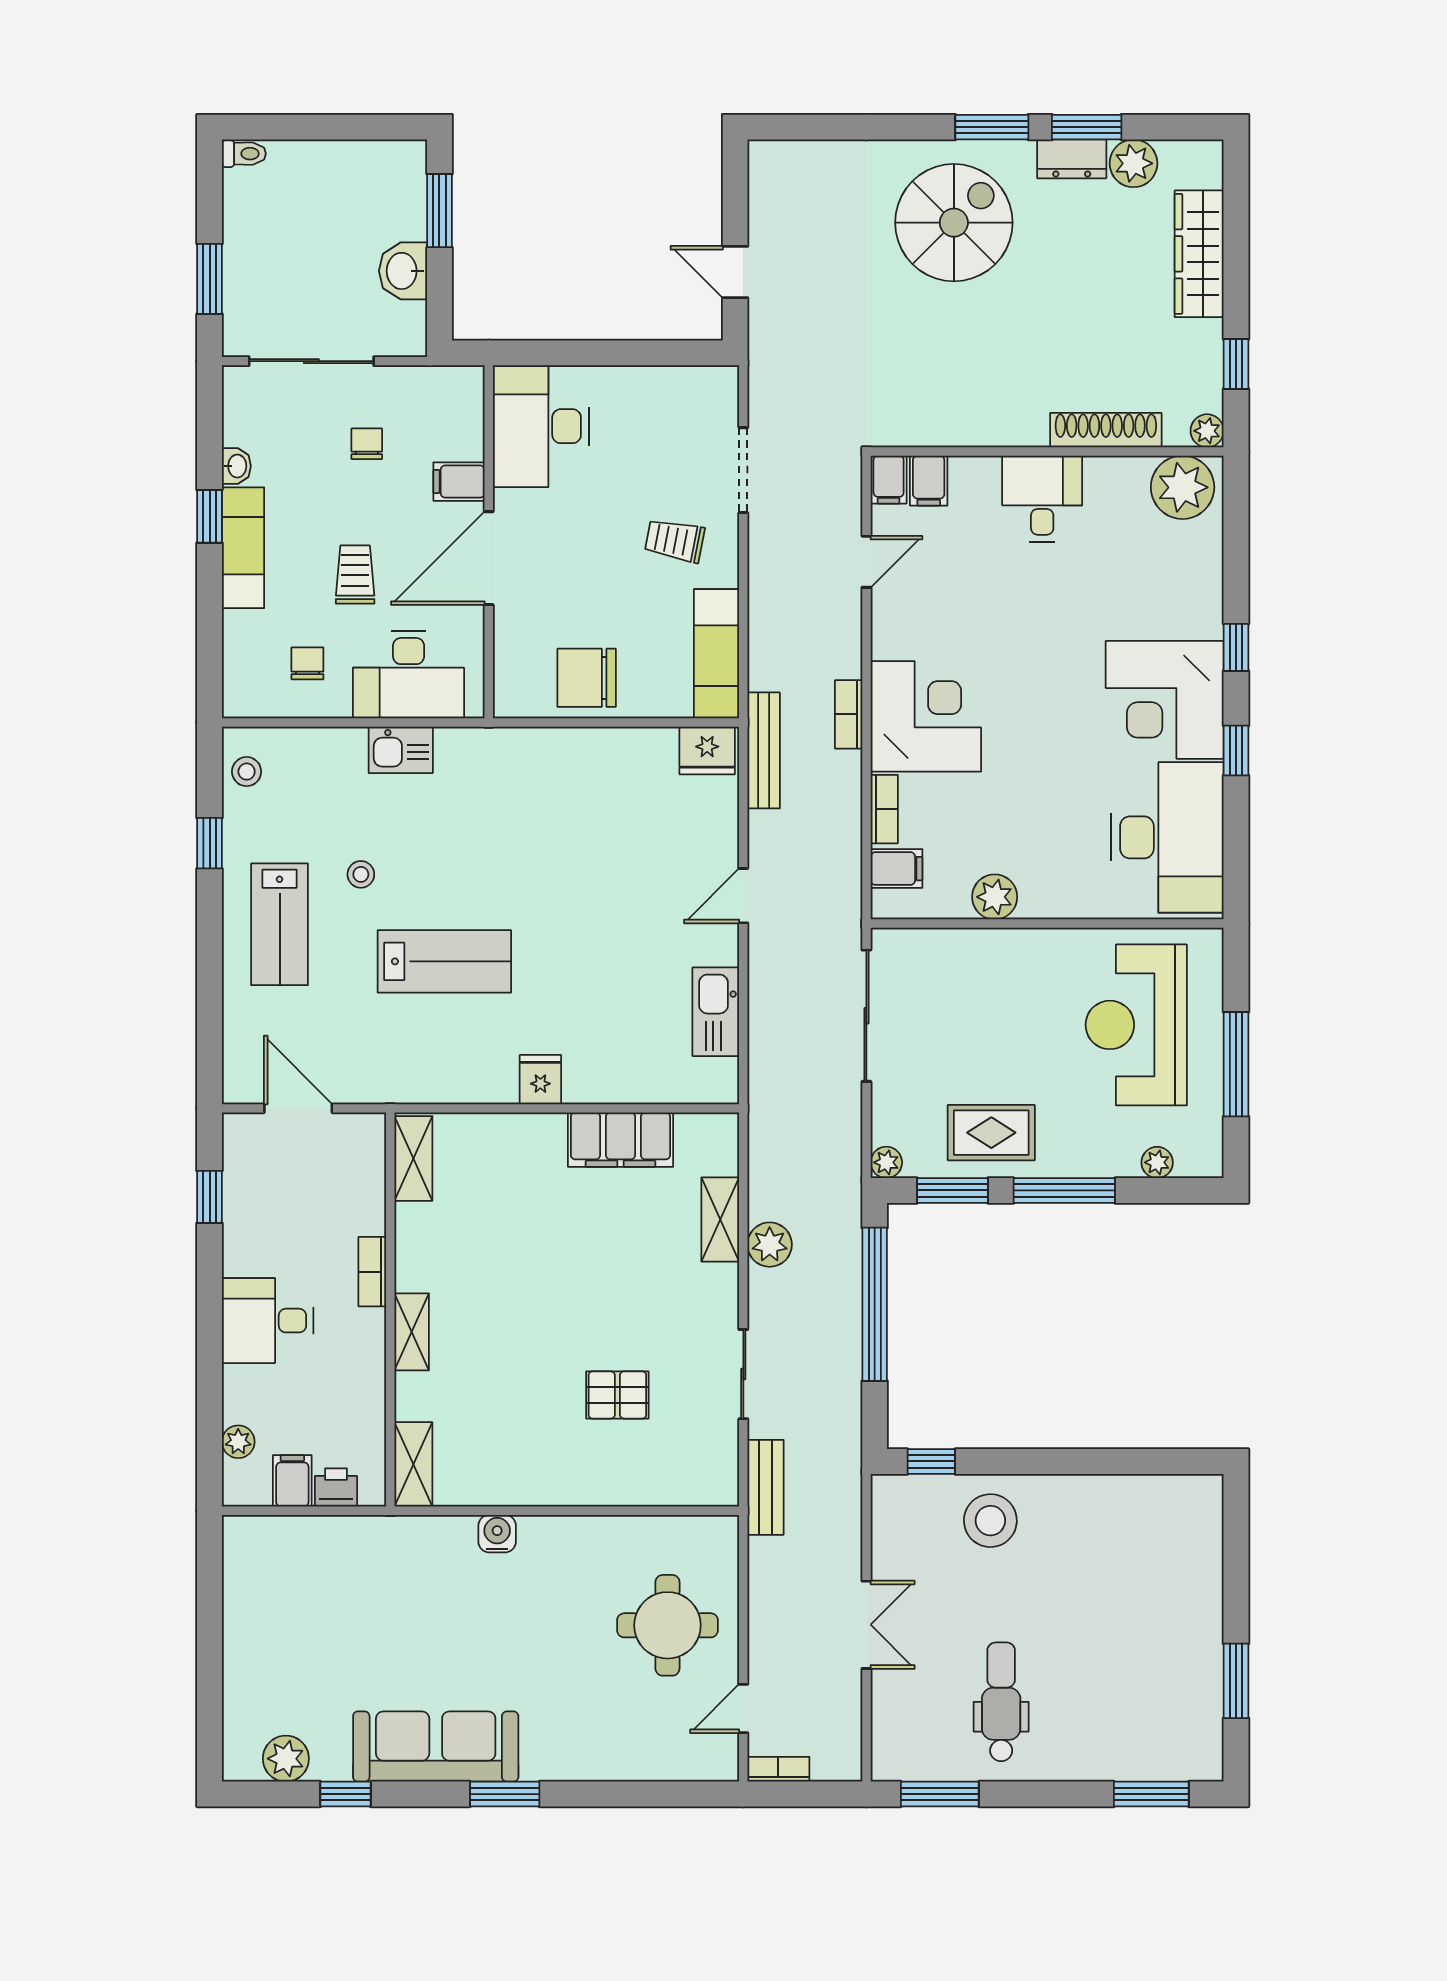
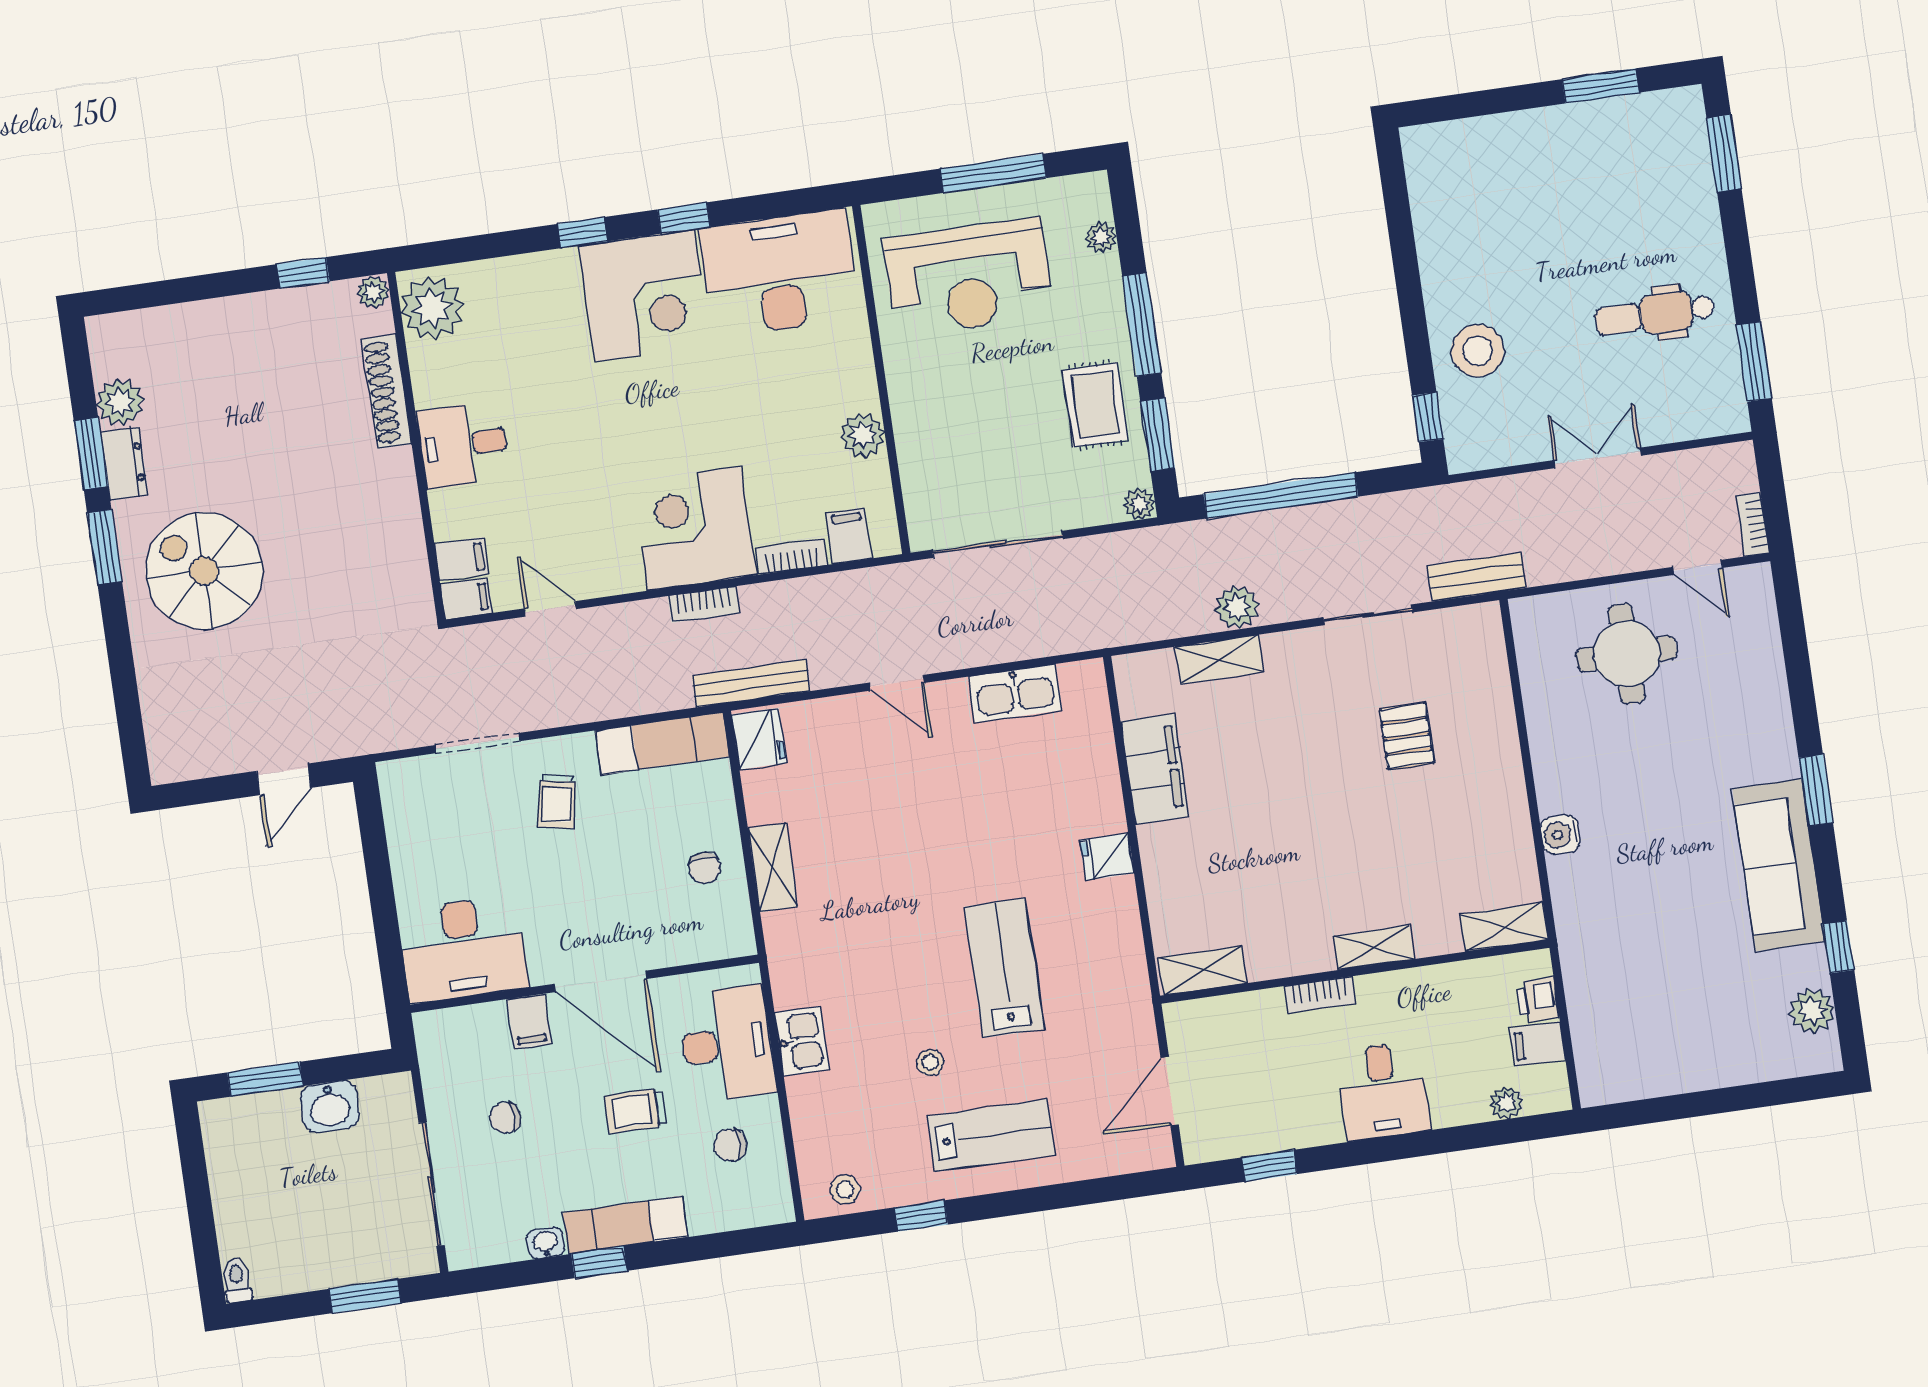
wardrobe: (1199, 254) -> (200, 325), removed
chair: (587, 678) -> (705, 868), width x0.54, depth x0.54
shelving: (577, 746) -> (773, 868), added

